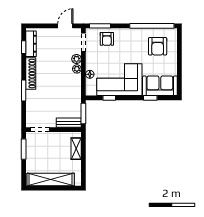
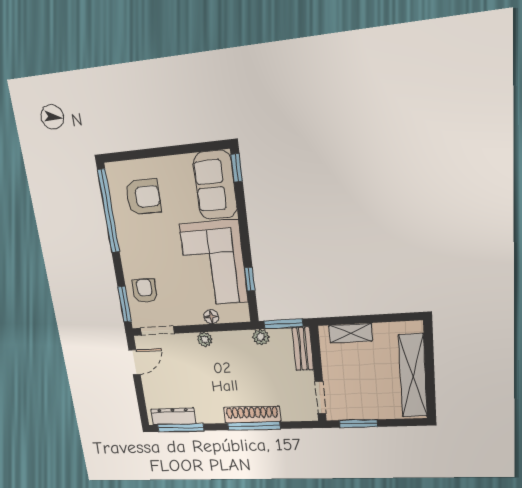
door: (65, 26) -> (135, 362), swing flipped
armchair: (107, 39) -> (145, 291), turned -90
window: (24, 47) -> (181, 428), width x2.17
plant: (77, 59) -> (261, 337), moved
shoe rack: (31, 74) -> (252, 414), moved
window: (24, 90) -> (254, 426), width x1.44
window: (150, 98) -> (237, 168), moved

